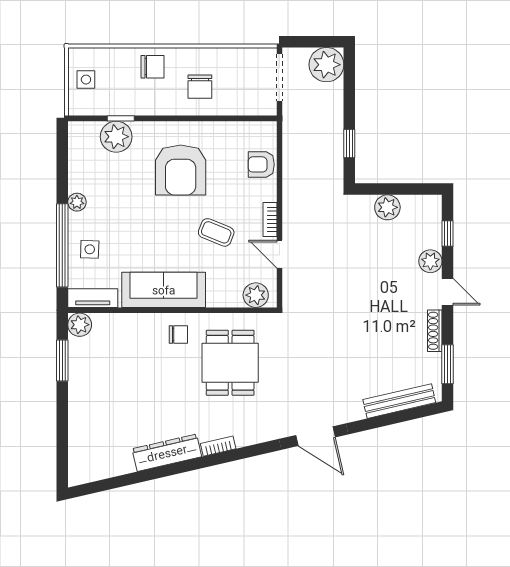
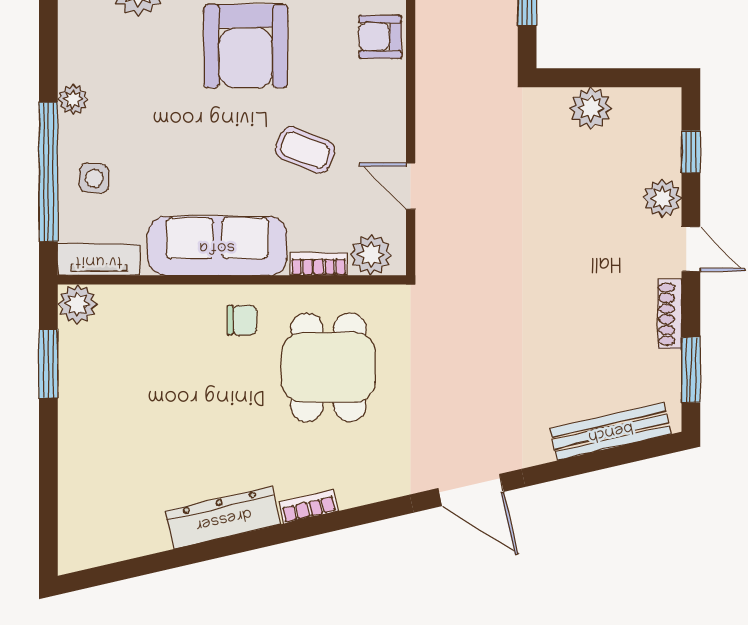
bookcase: (270, 219) -> (319, 264), moved, turned 90

